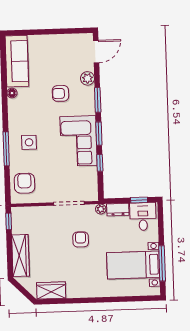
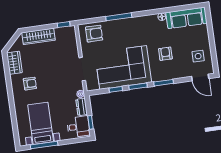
plant: (87, 78) -> (179, 73), removed
corner sofa: (79, 141) -> (123, 68), width x1.36, depth x1.36
side table: (29, 142) -> (198, 56), moved
armchair: (81, 239) -> (30, 84), moved

